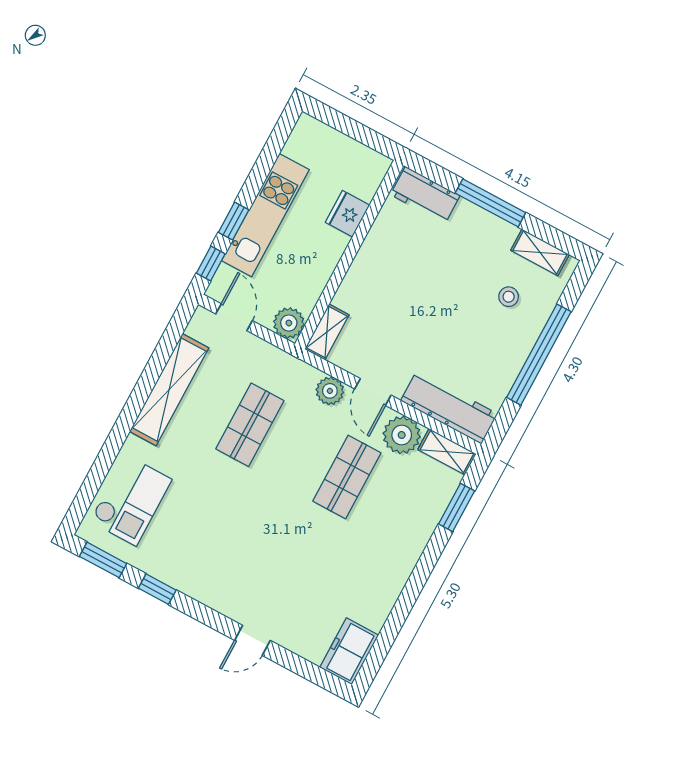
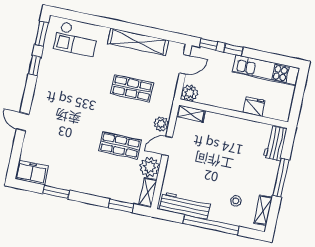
kitchen unit: (265, 215) -> (266, 70), moved
workbench: (449, 407) -> (185, 206), moved, turned -90
window: (397, 617) -> (56, 192), added

